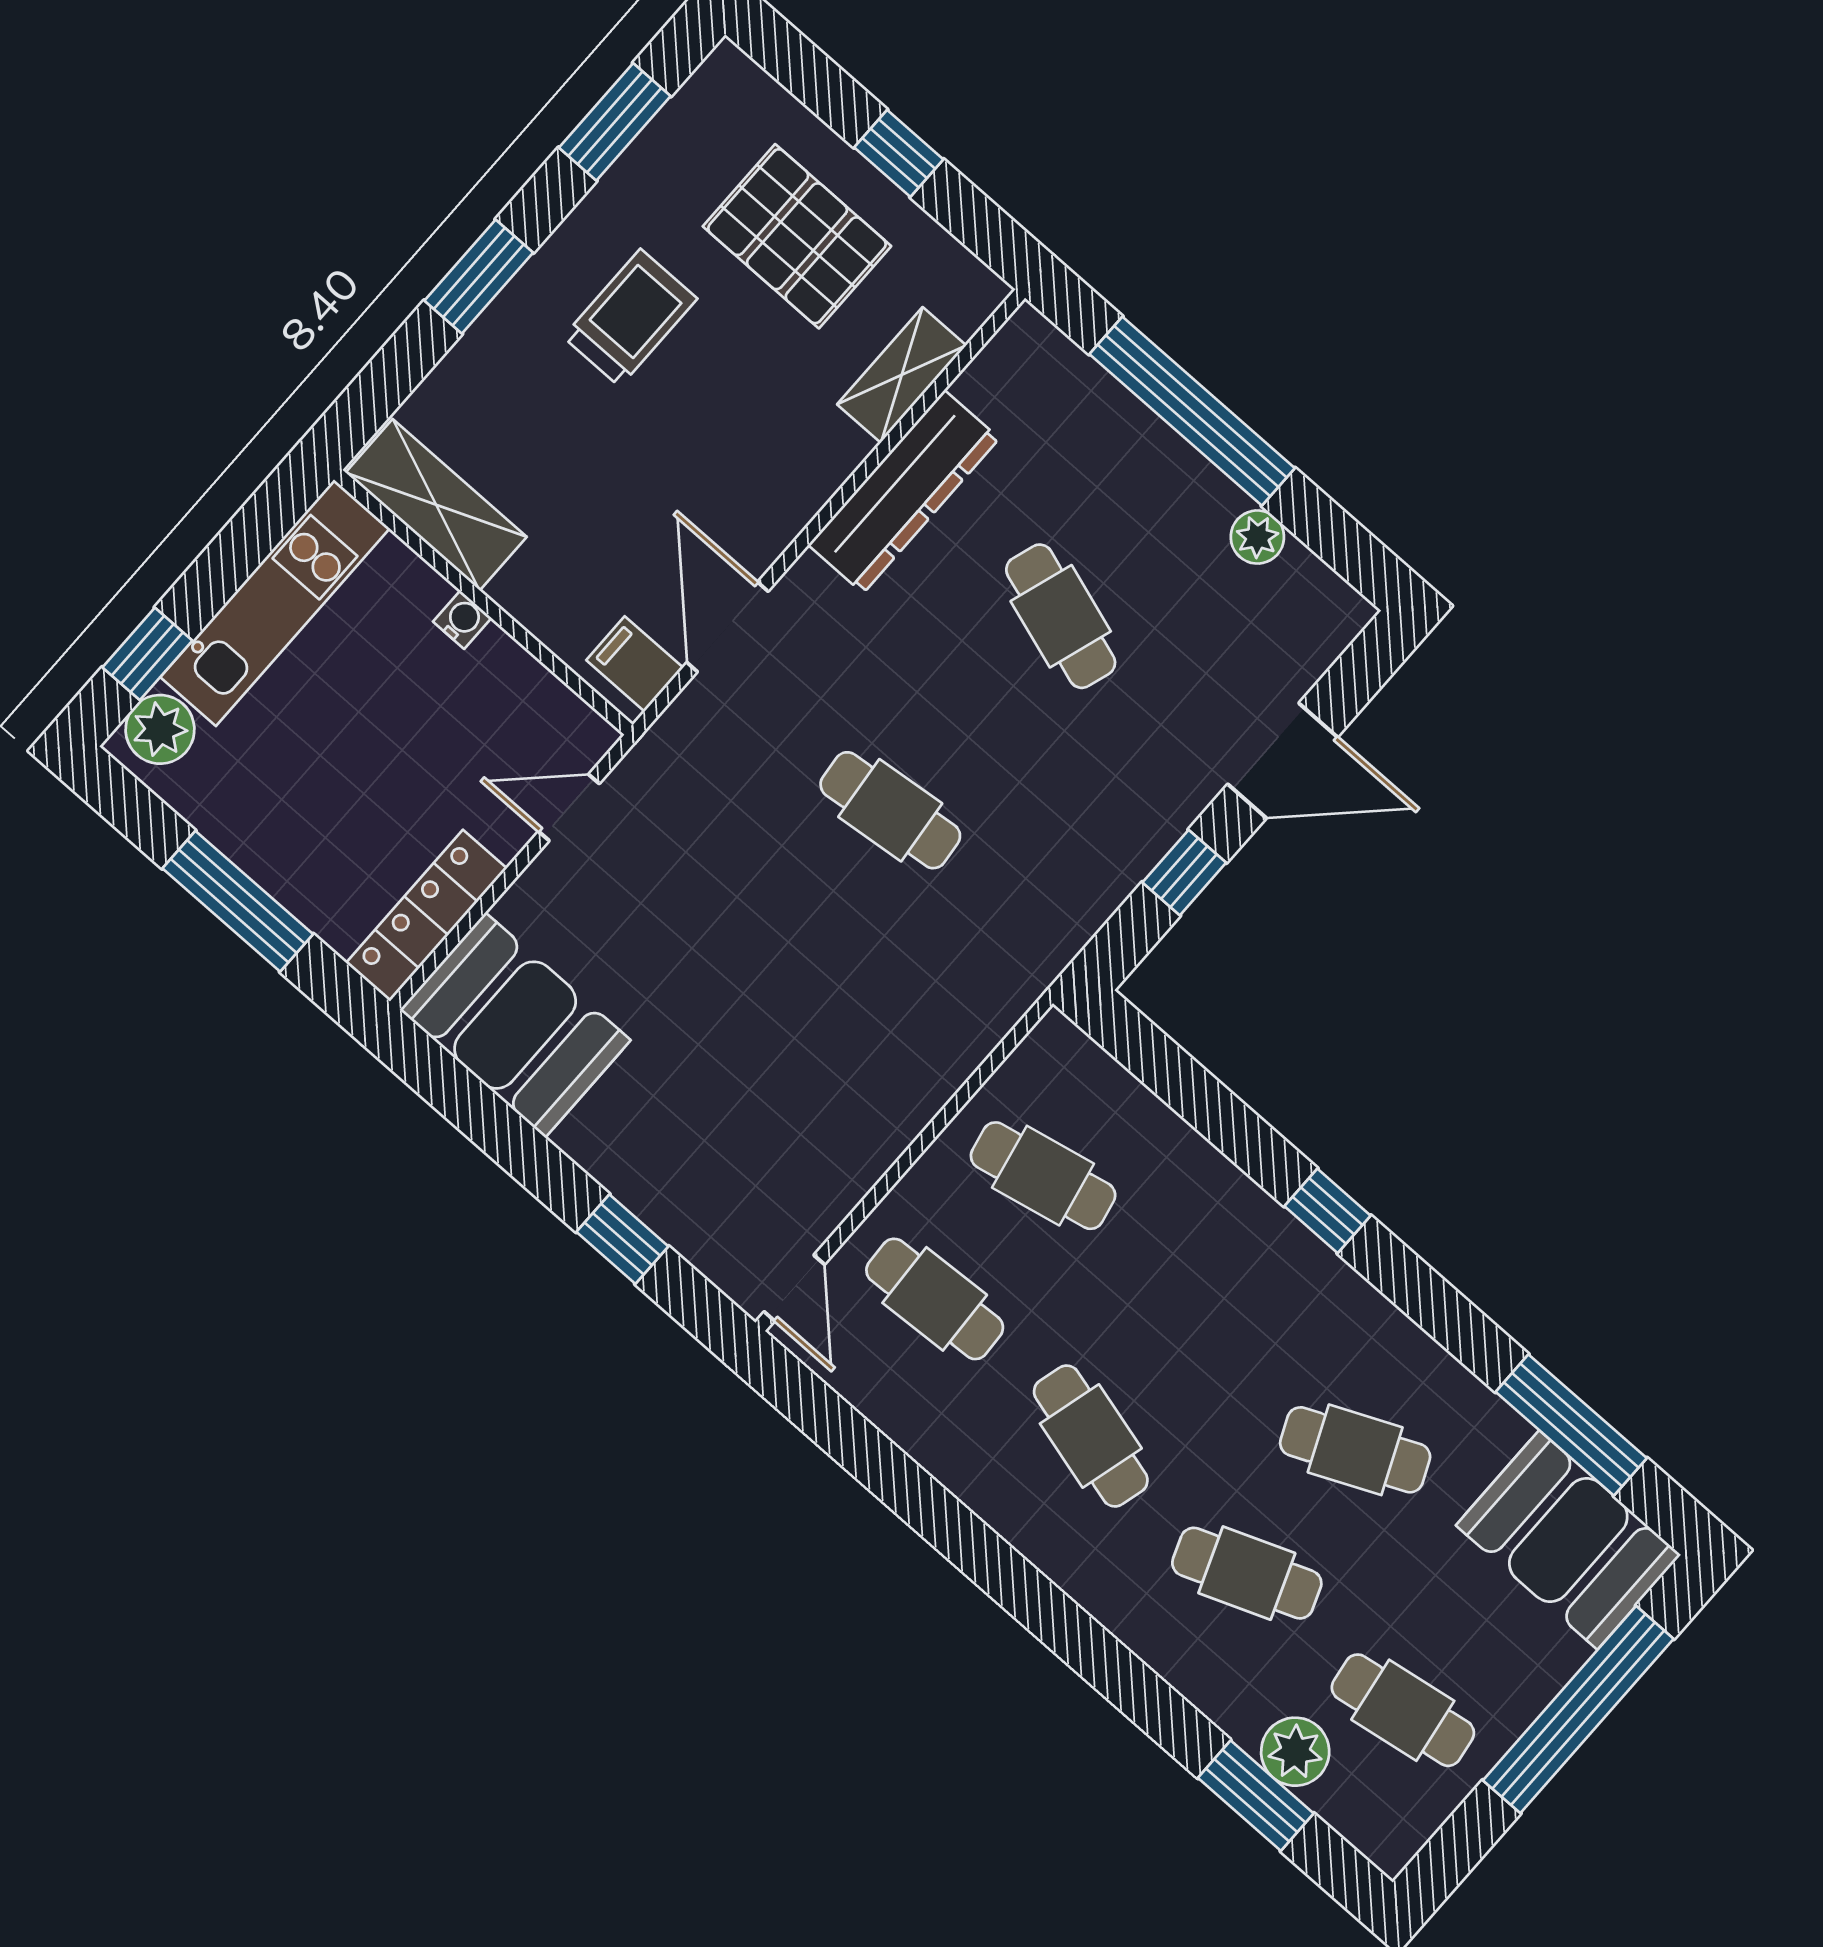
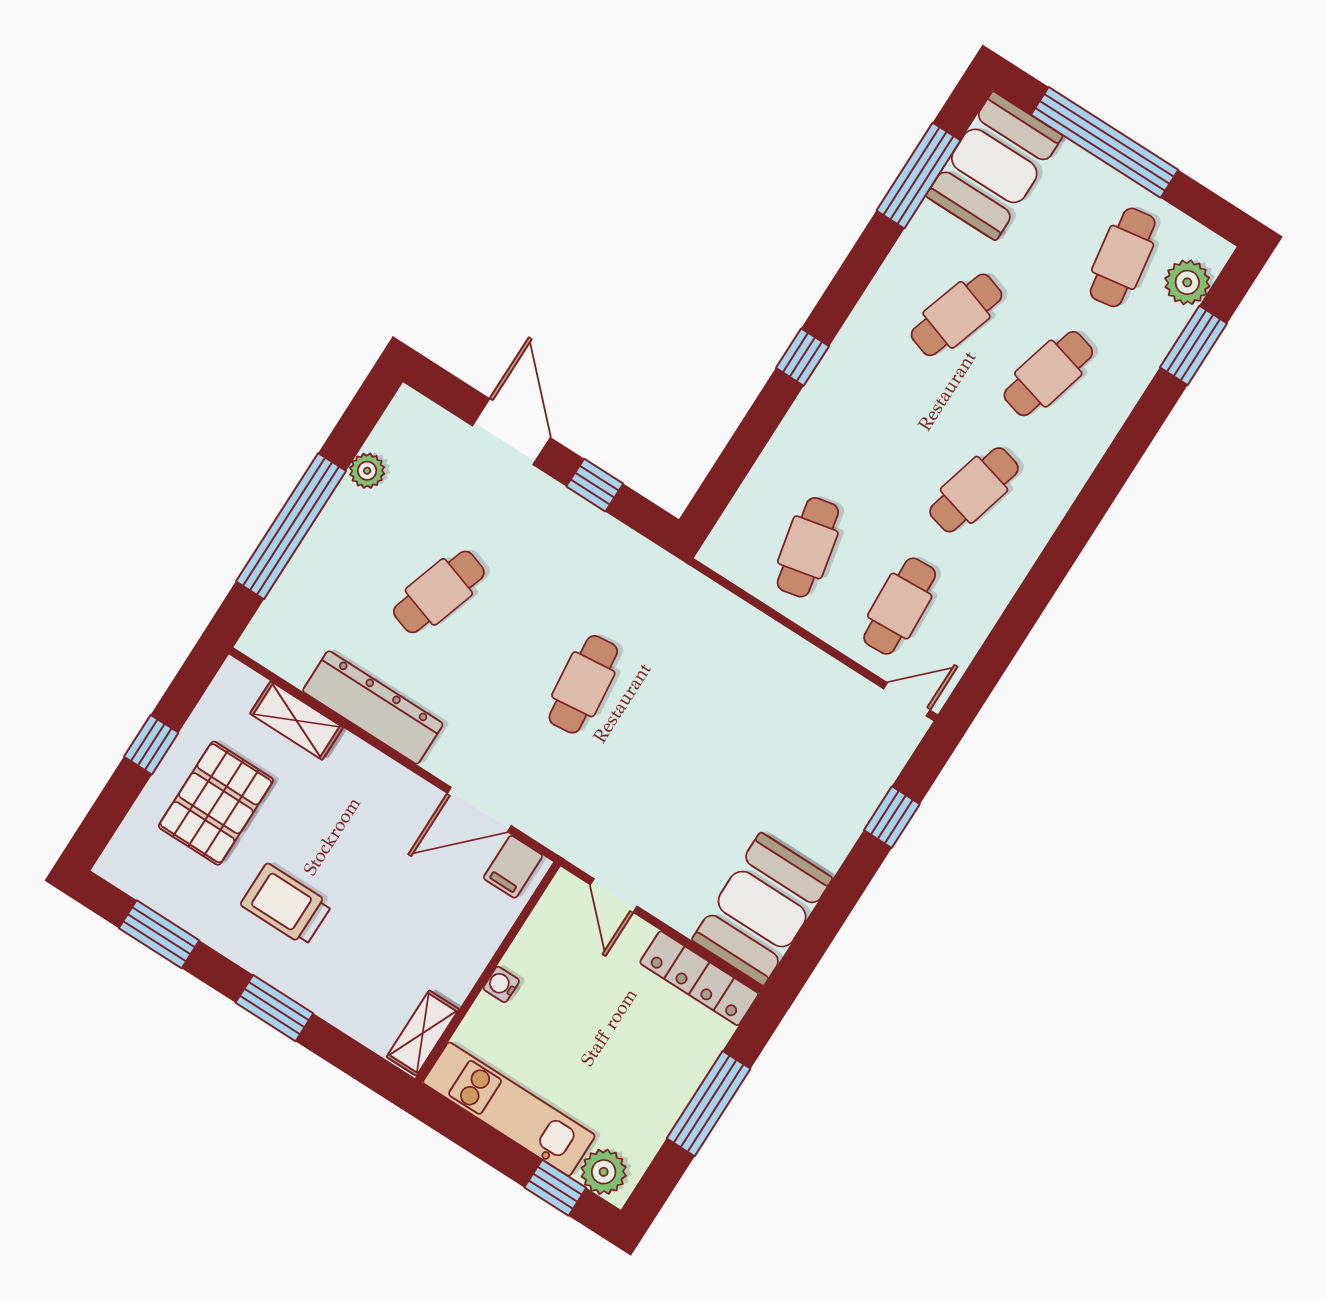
shelving: (436, 505) -> (423, 1033), width x0.67, depth x0.75
cafe table: (1355, 1450) -> (957, 315), turned 42
cafe table: (1247, 1573) -> (1048, 374), turned 36
plant: (1295, 1752) -> (1187, 282), moved

